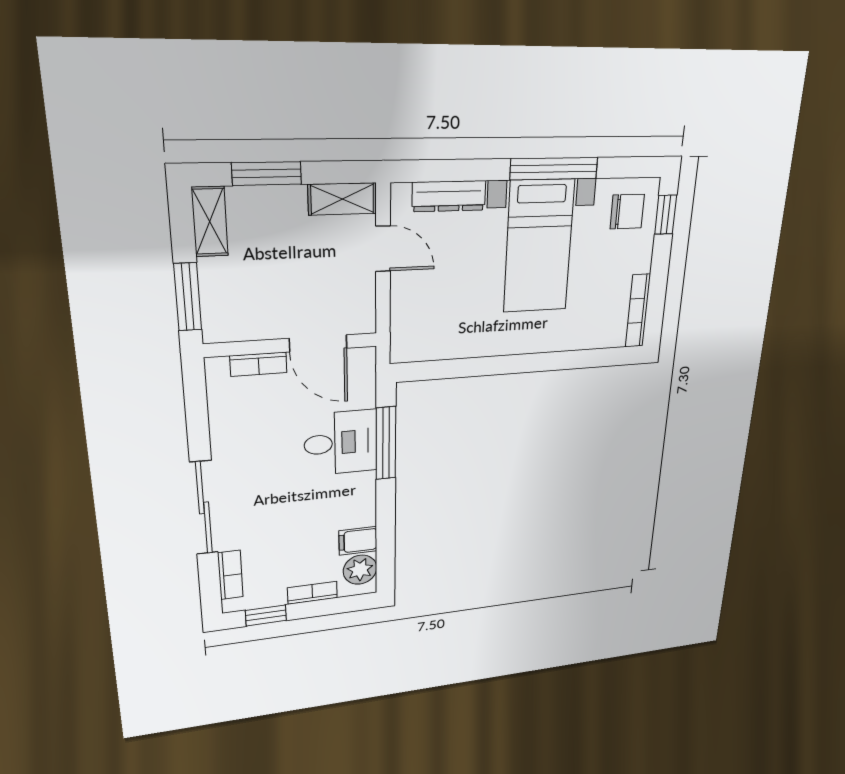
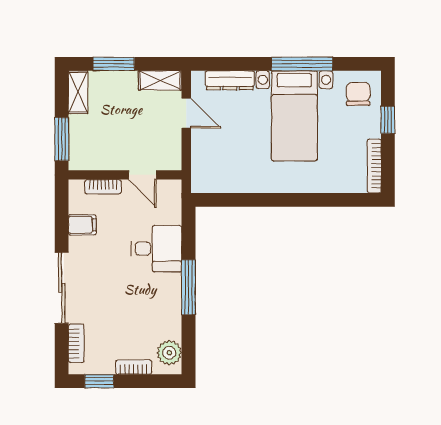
chair: (627, 212) -> (358, 94), turned -90
window: (666, 215) -> (388, 120), moved
door: (318, 343) -> (143, 175), width x0.73
window: (386, 443) -> (189, 287), moved
filing cabinet: (358, 541) -> (82, 225), moved, turned 180

